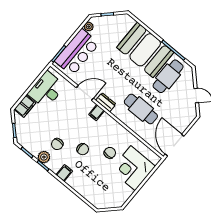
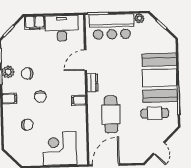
cafe table: (168, 76) -> (155, 113), width x0.73, depth x0.74
door: (85, 93) -> (85, 60), swing flipped
filing cabinet: (97, 113) -> (79, 100), moved
chair: (110, 153) -> (27, 125), moved

